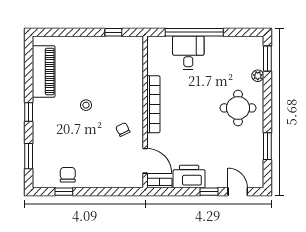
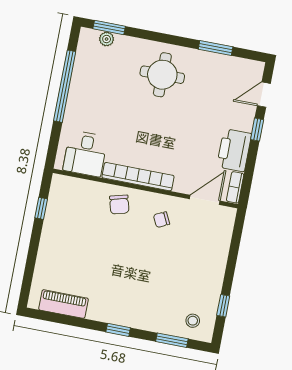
window: (194, 32) -> (65, 86), moved
desk: (188, 53) -> (85, 154), moved, turned -90
piano: (44, 71) -> (63, 304), width x0.73, depth x0.75
plant: (258, 76) -> (107, 39), moved
stool: (86, 105) -> (193, 321), moved
chair: (68, 175) -> (119, 204), moved, turned -105

